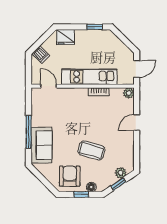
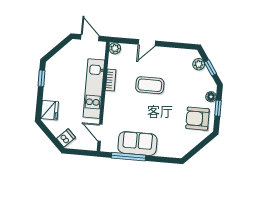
door: (49, 86) -> (100, 133), hinge flipped
door: (137, 123) -> (147, 43), hinge flipped
window: (29, 132) -> (128, 157), moved
sofa: (41, 145) -> (137, 143), moved
coffee table: (91, 150) -> (150, 85), moved, turned 74

